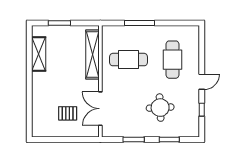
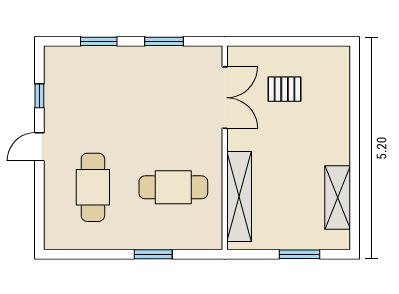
window: (140, 23) -> (153, 254), width x0.69
round table: (160, 108) -> (116, 100), removed

